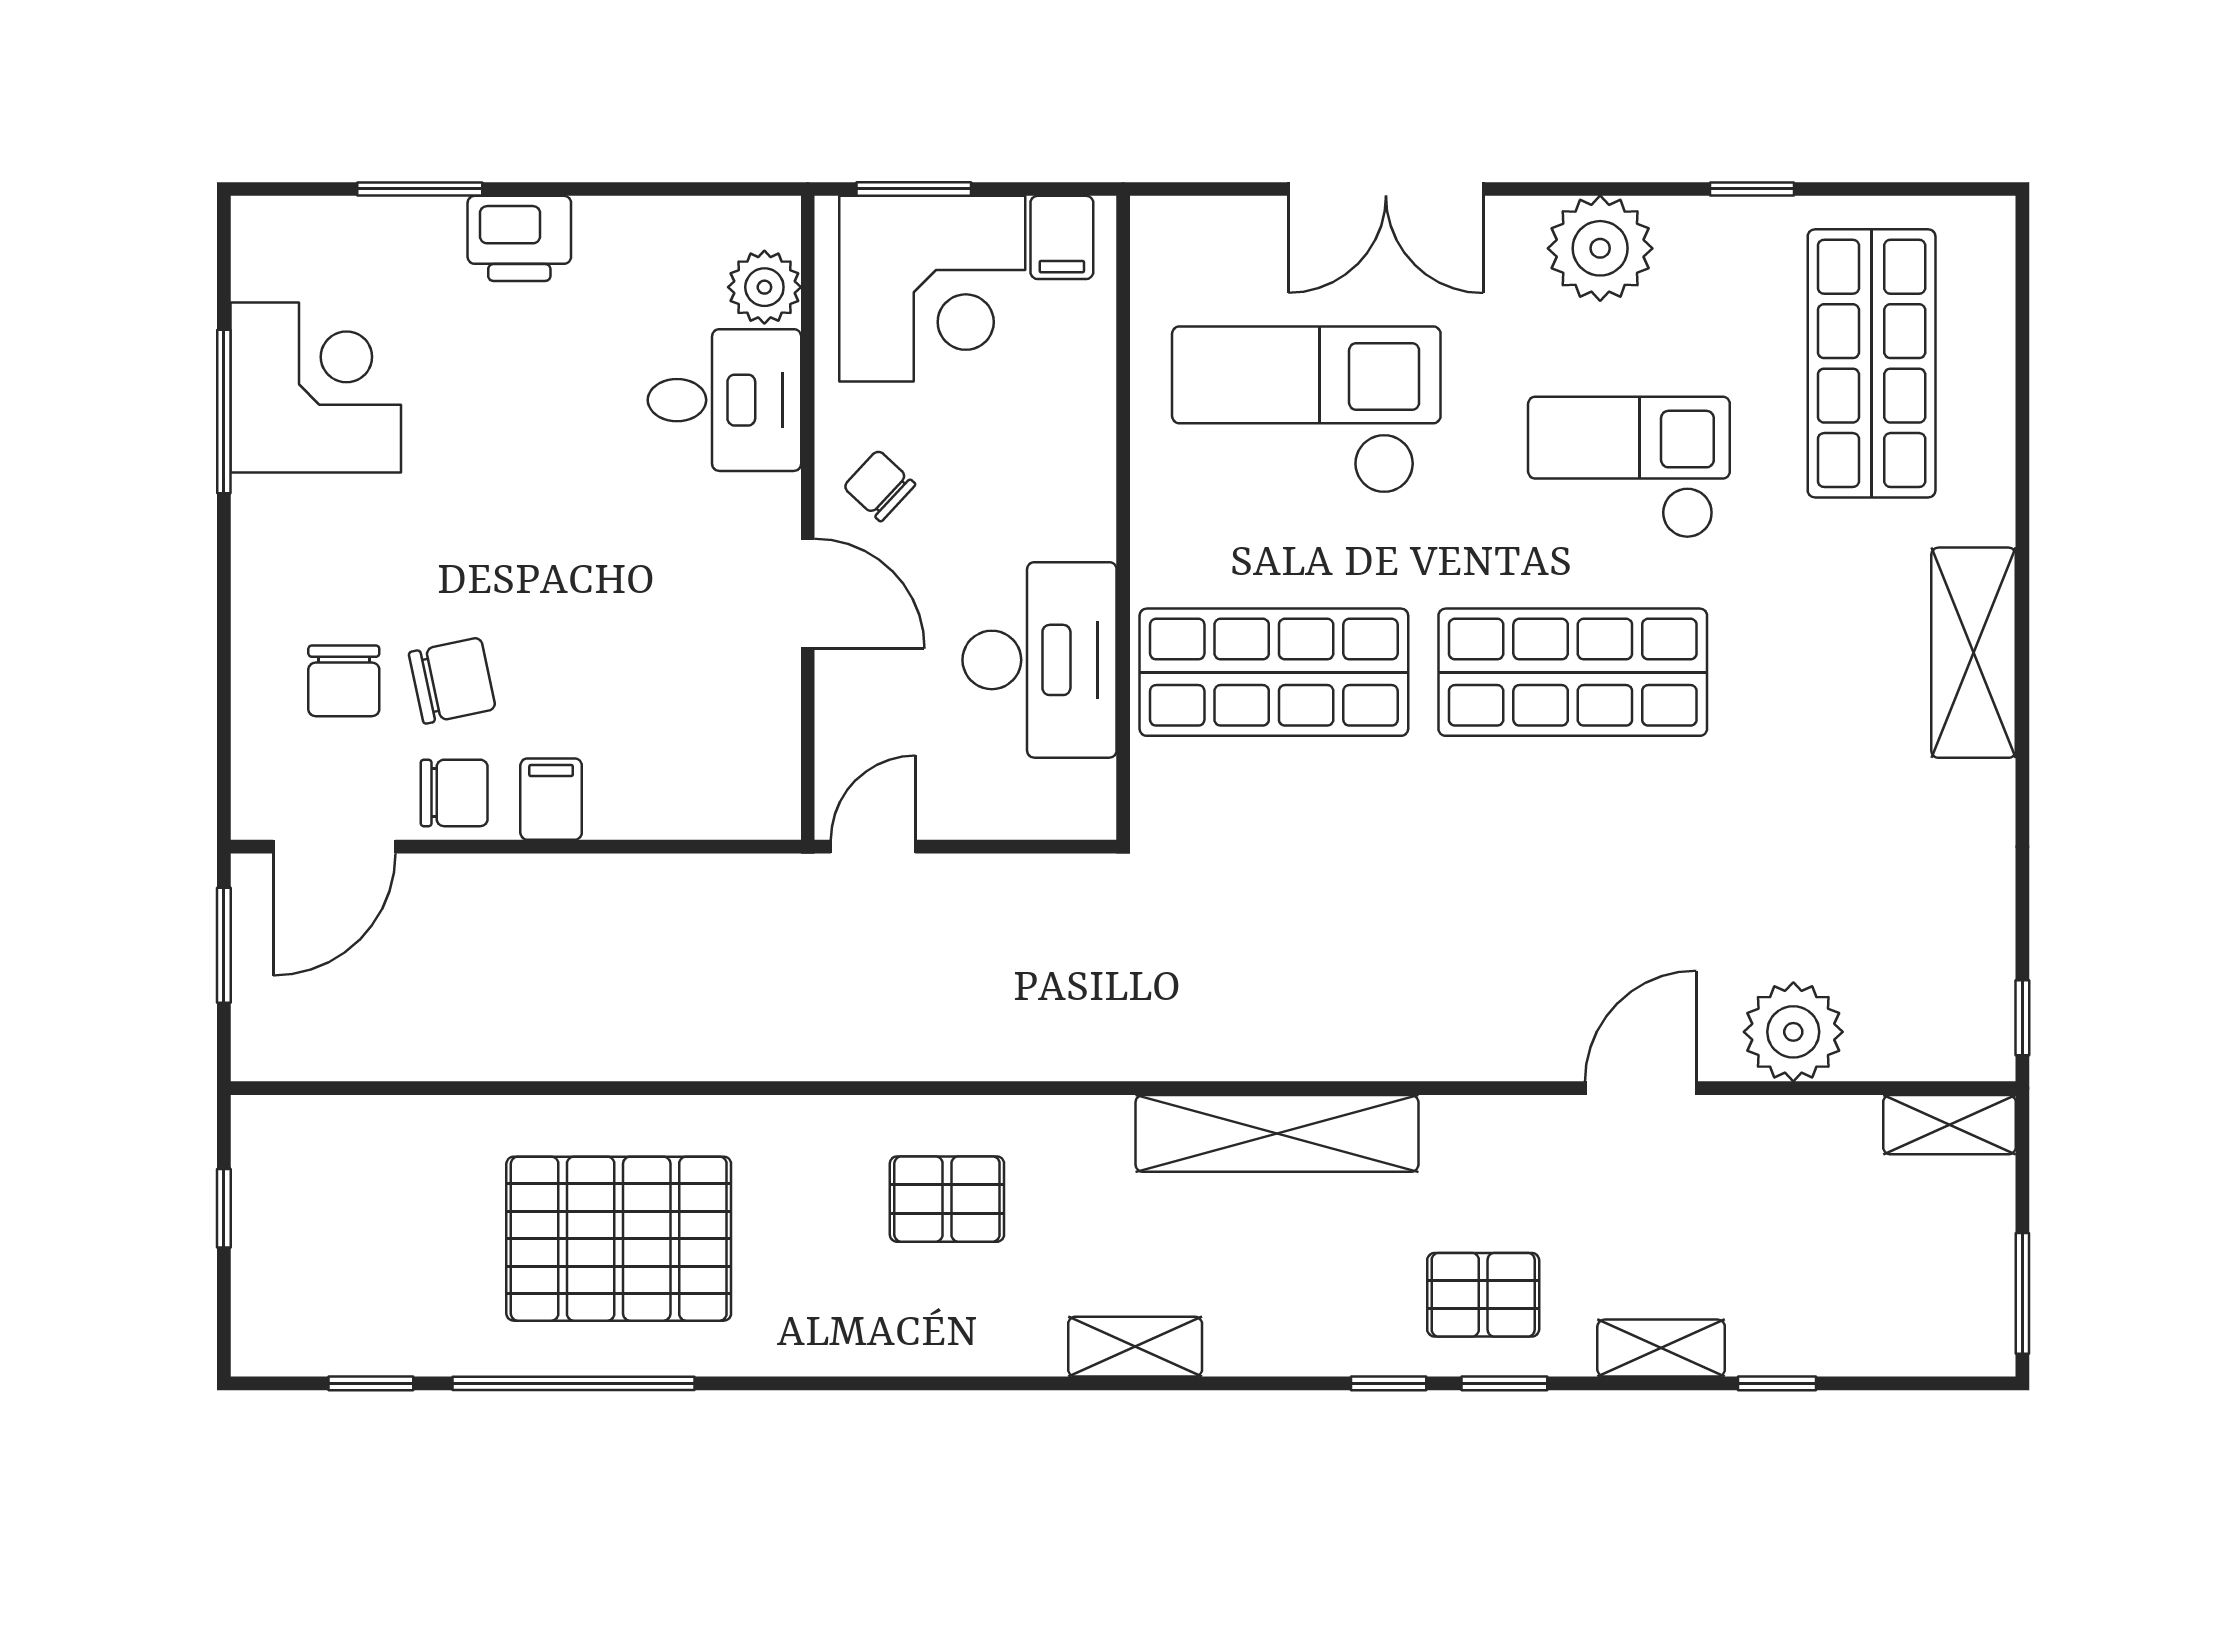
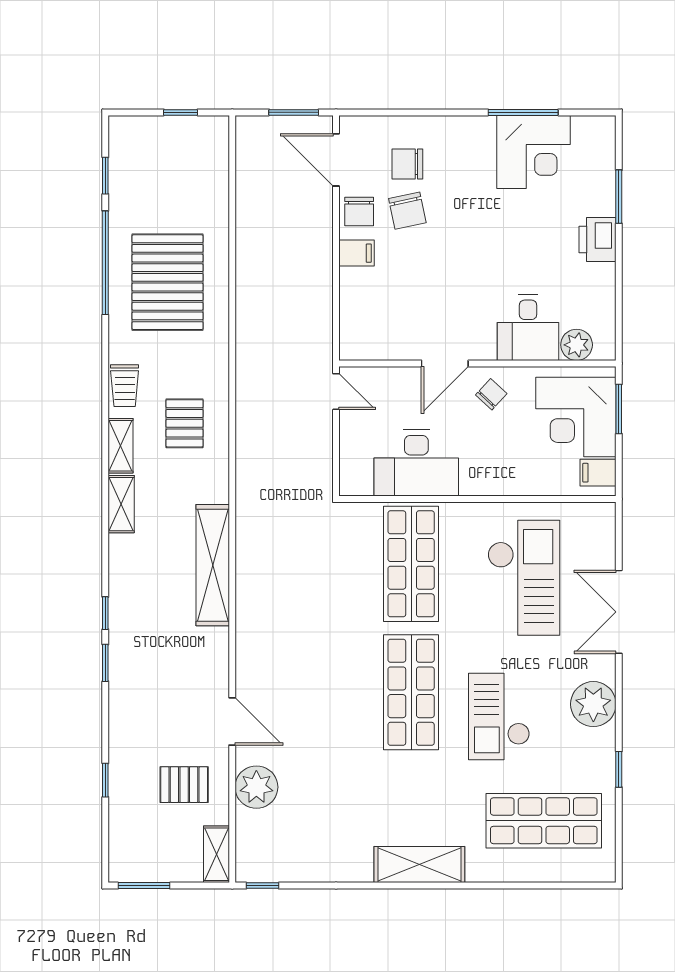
checkout: (1629, 467) -> (499, 716), turned 180
pallet: (1483, 1295) -> (184, 785), moved, turned 90
trolley: (859, 1339) -> (125, 386), added
shelving: (1661, 1348) -> (120, 446), moved

